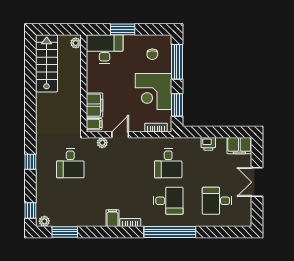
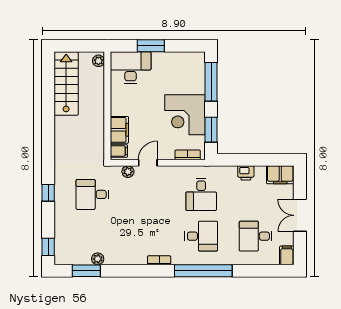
chair: (152, 54) -> (184, 73), removed
desk: (70, 163) -> (92, 194), turned 90
filing cabinet: (112, 218) -> (287, 255), moved
plant: (44, 221) -> (98, 259), moved

